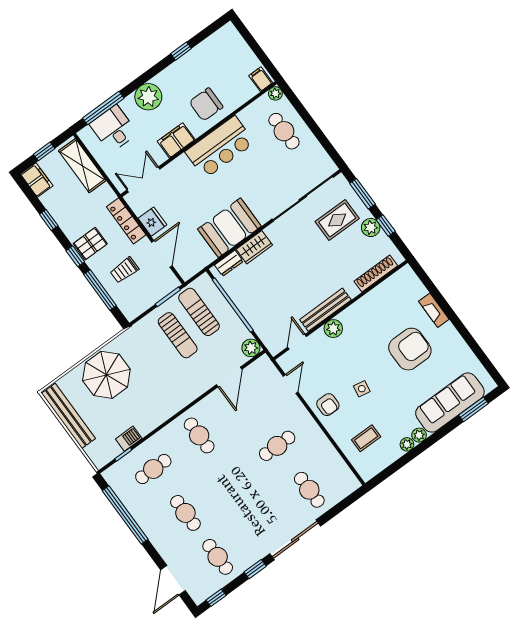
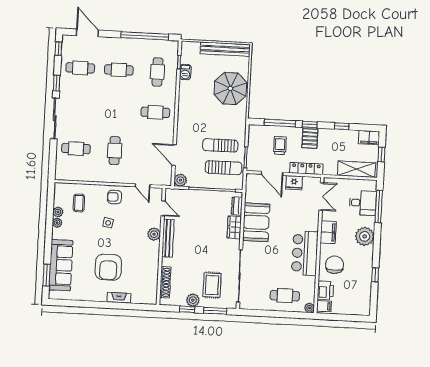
printer: (242, 92) -> (325, 291), added
plant: (419, 435) -> (58, 212), moved

